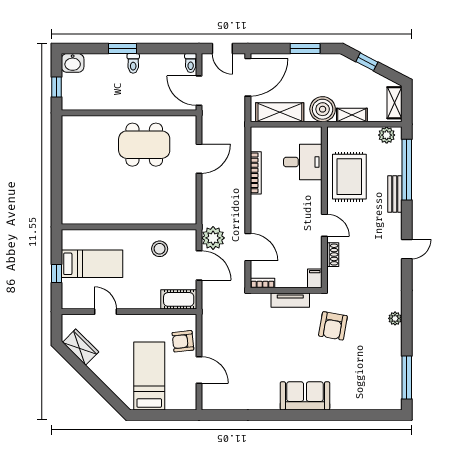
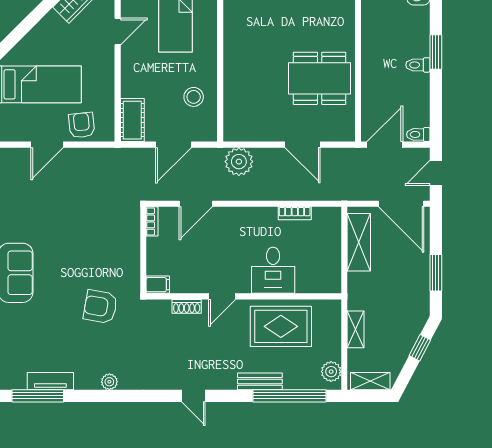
boiler: (323, 109) -> (362, 294), removed
dining table: (144, 145) -> (320, 78), turned 90
desk: (303, 162) -> (273, 270), moved
bookcase: (256, 173) -> (295, 213), width x0.64
plant: (213, 238) -> (239, 162), moved
tv unit: (290, 300) -> (50, 381), moved, turned 90

